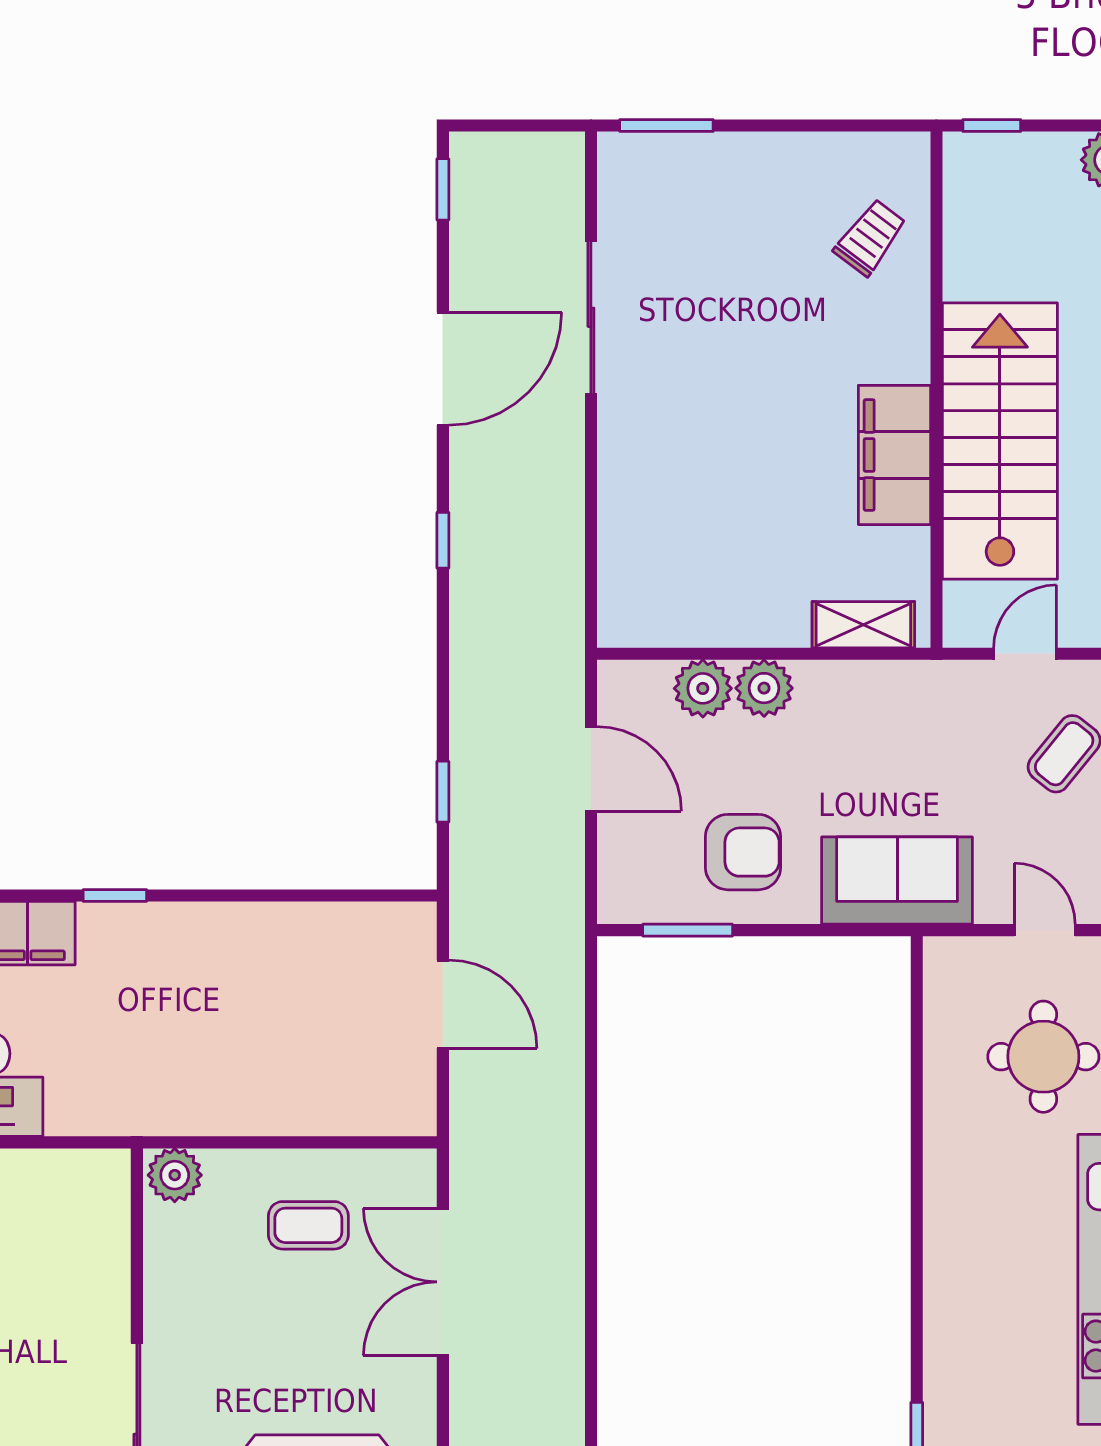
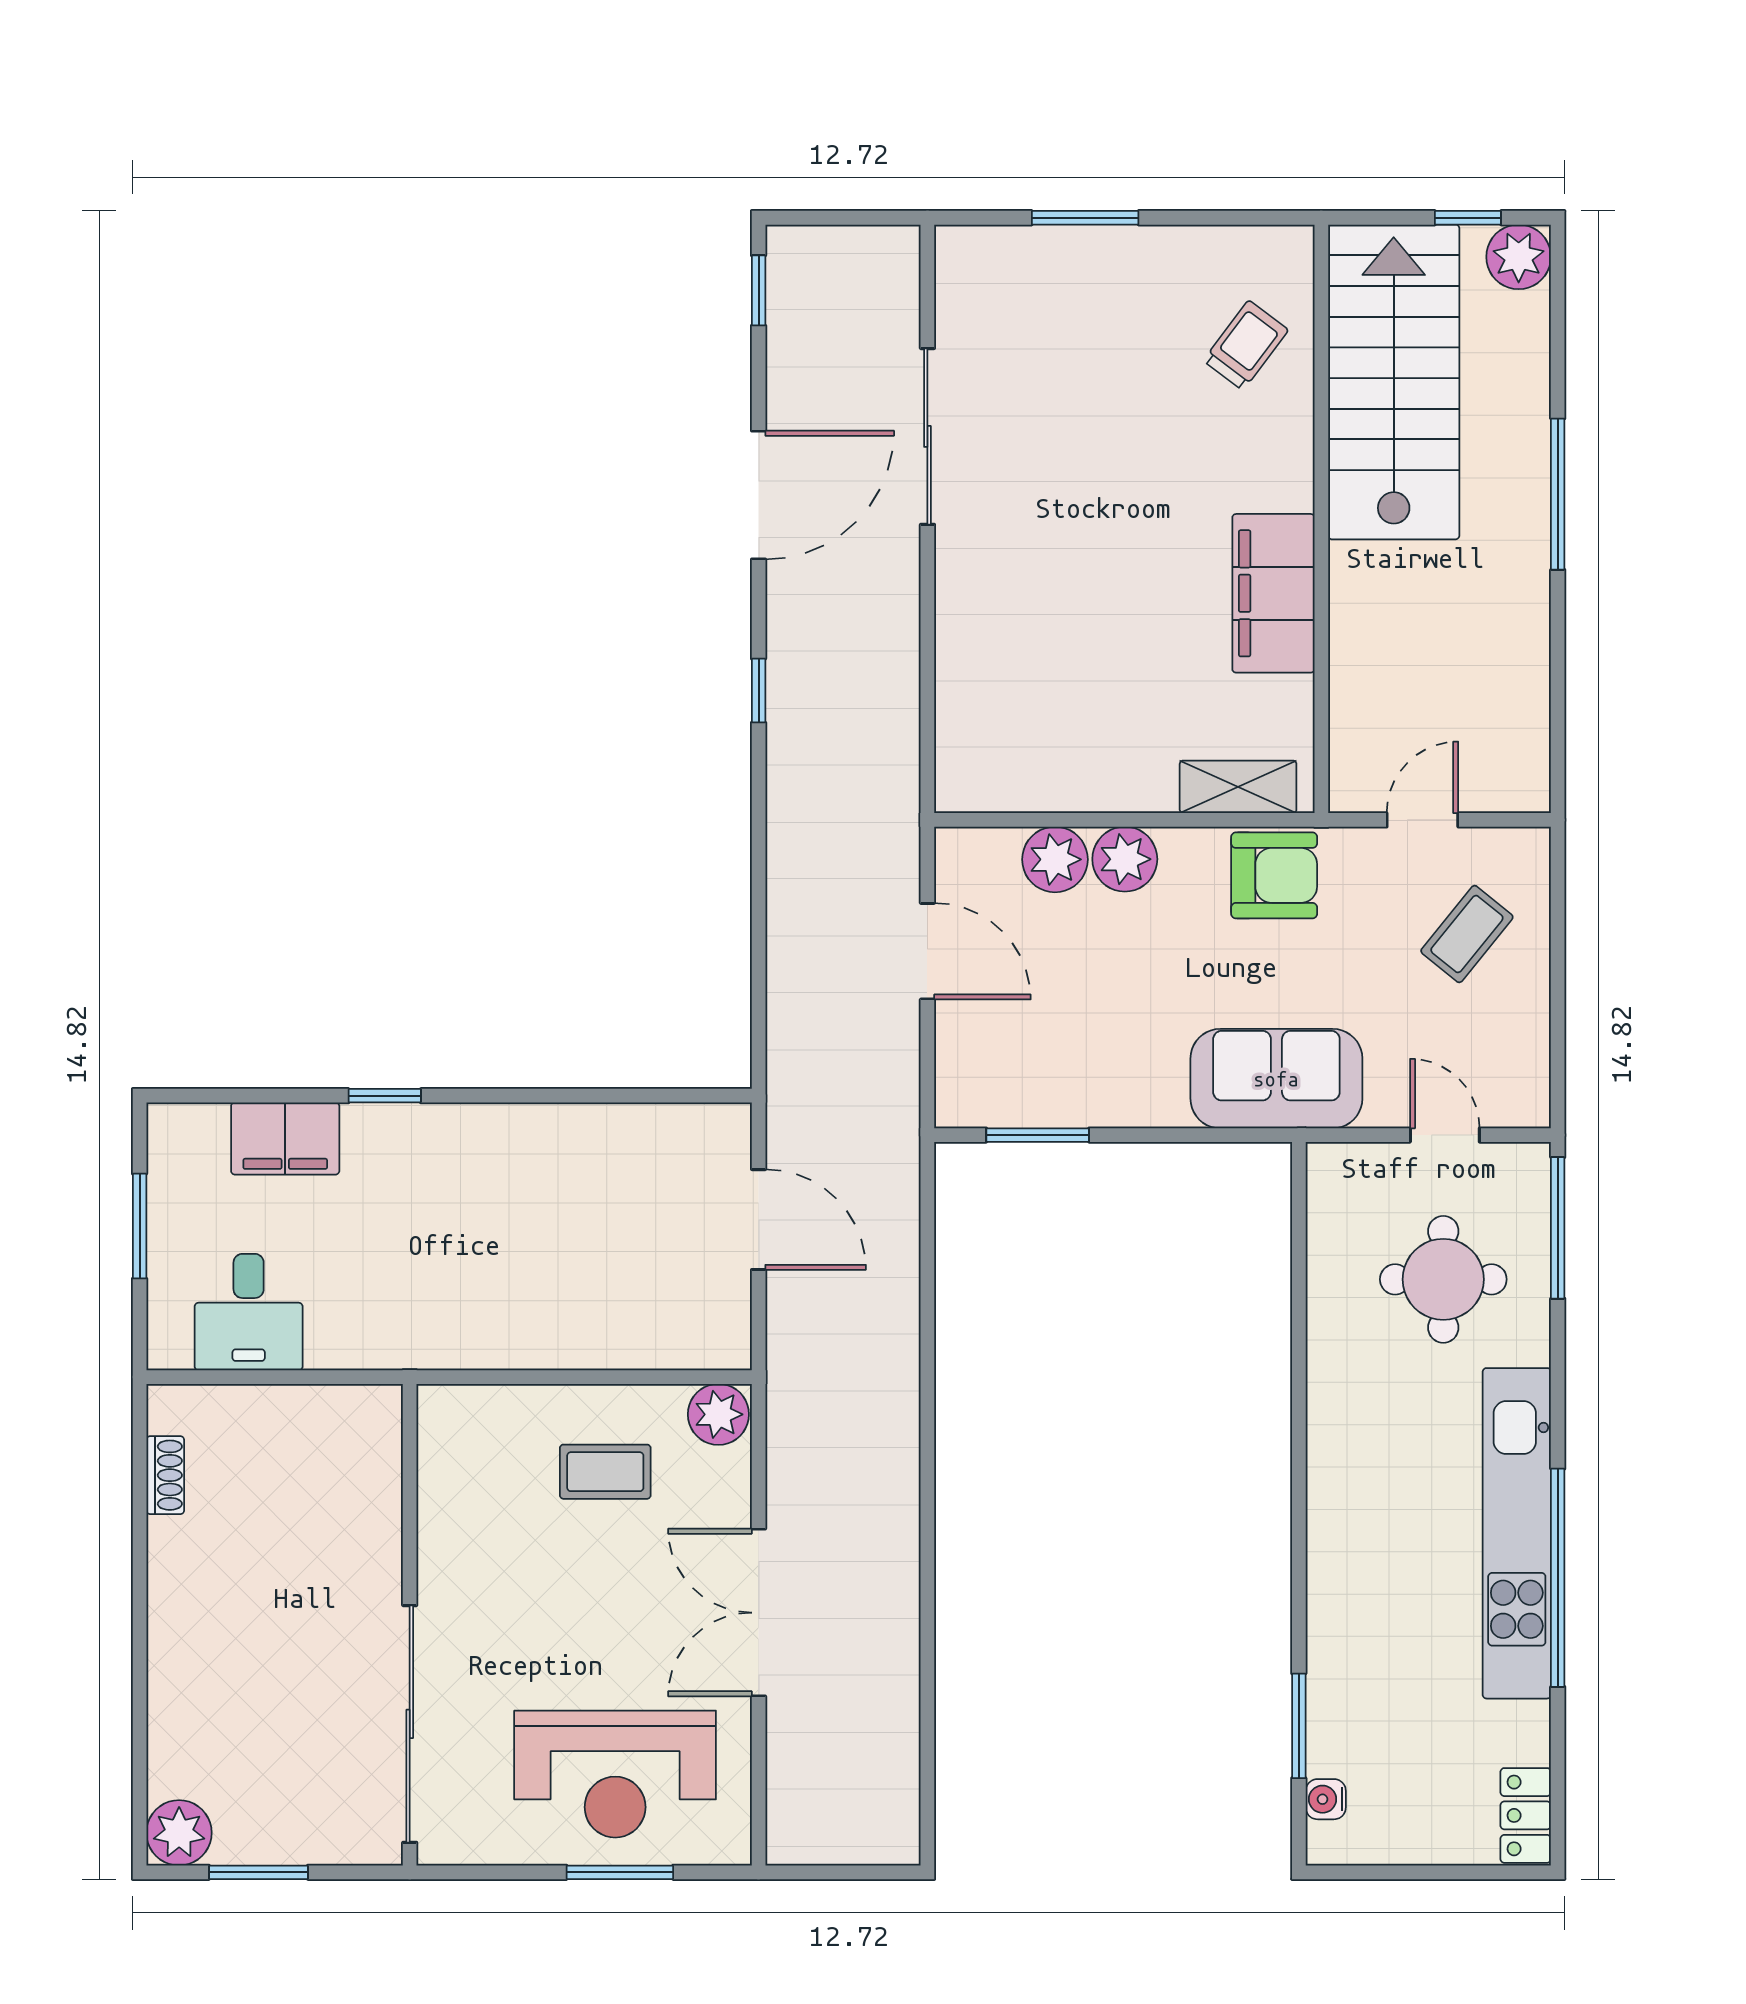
window: (666, 126) -> (1085, 218), moved
window: (992, 126) -> (1468, 218), moved
stairs: (1000, 441) -> (1394, 382), moved
window: (443, 792) -> (759, 977), removed
armchair: (743, 852) -> (1274, 875), moved
plant: (175, 1175) -> (718, 1414), moved
double door: (443, 1282) -> (759, 1613), moved

